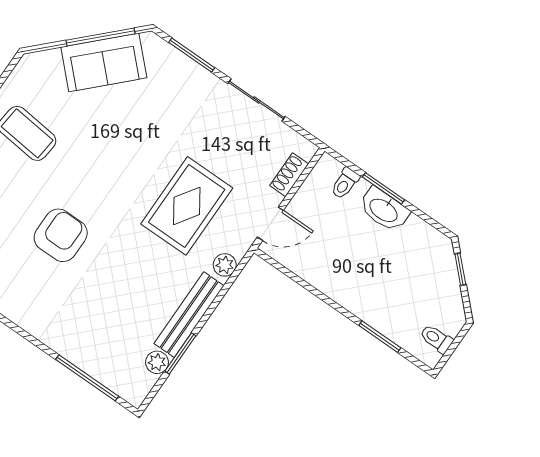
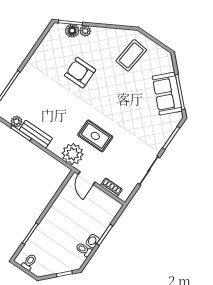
toilet: (345, 183) -> (84, 250), moved
rug: (187, 206) -> (95, 136), width x0.73, depth x0.70
washbasin: (384, 210) -> (93, 241), width x0.52, depth x0.69
armchair: (61, 235) -> (80, 73), turned 180
plant: (225, 265) -> (73, 154), width x1.88, depth x1.88
bench: (189, 315) -> (36, 134), width x0.73

